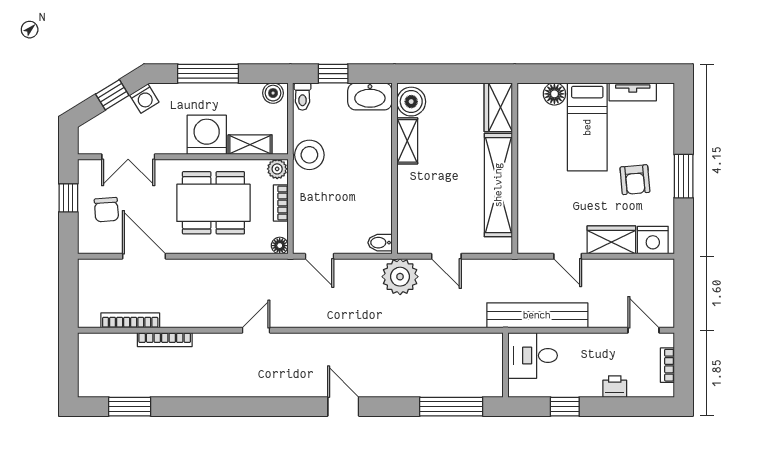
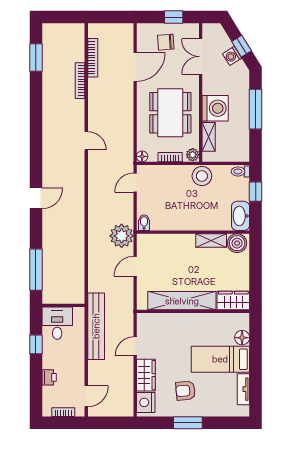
boiler: (273, 93) -> (243, 152), removed
washing machine: (144, 98) -> (232, 56), moved
desk: (533, 356) -> (57, 323), moved

